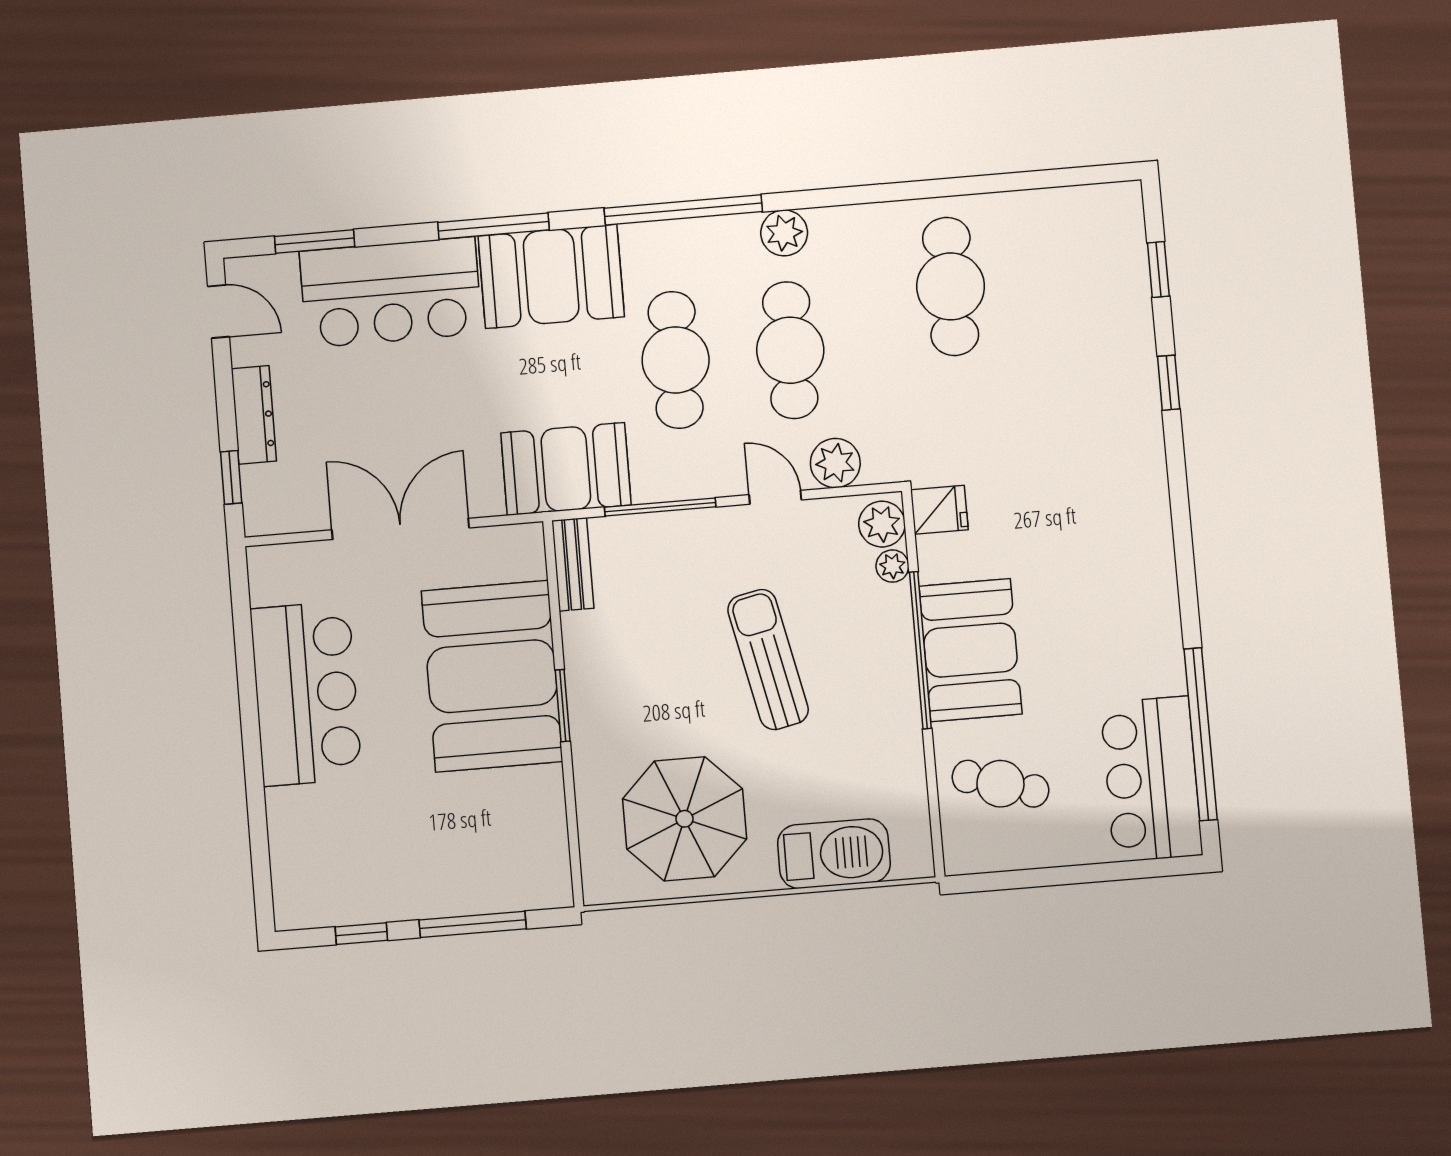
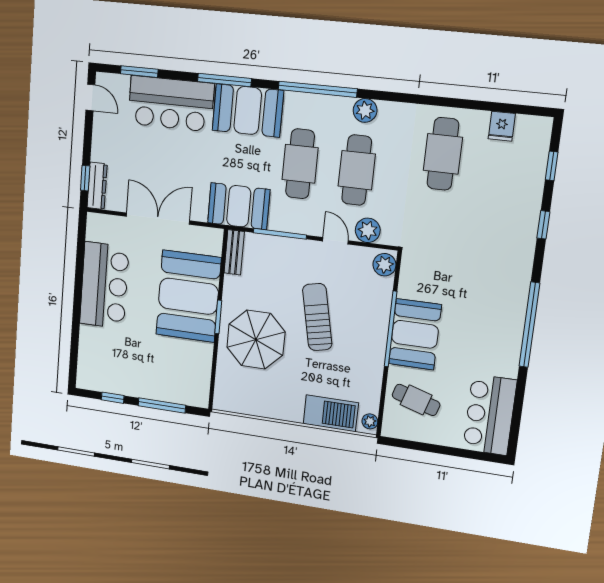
dresser: (254, 415) -> (97, 186), moved
fridge: (939, 510) -> (502, 126), moved, turned 90
plant: (892, 566) -> (370, 421), moved
window: (1201, 734) -> (529, 325), moved
parasol: (685, 819) -> (256, 340), moved

